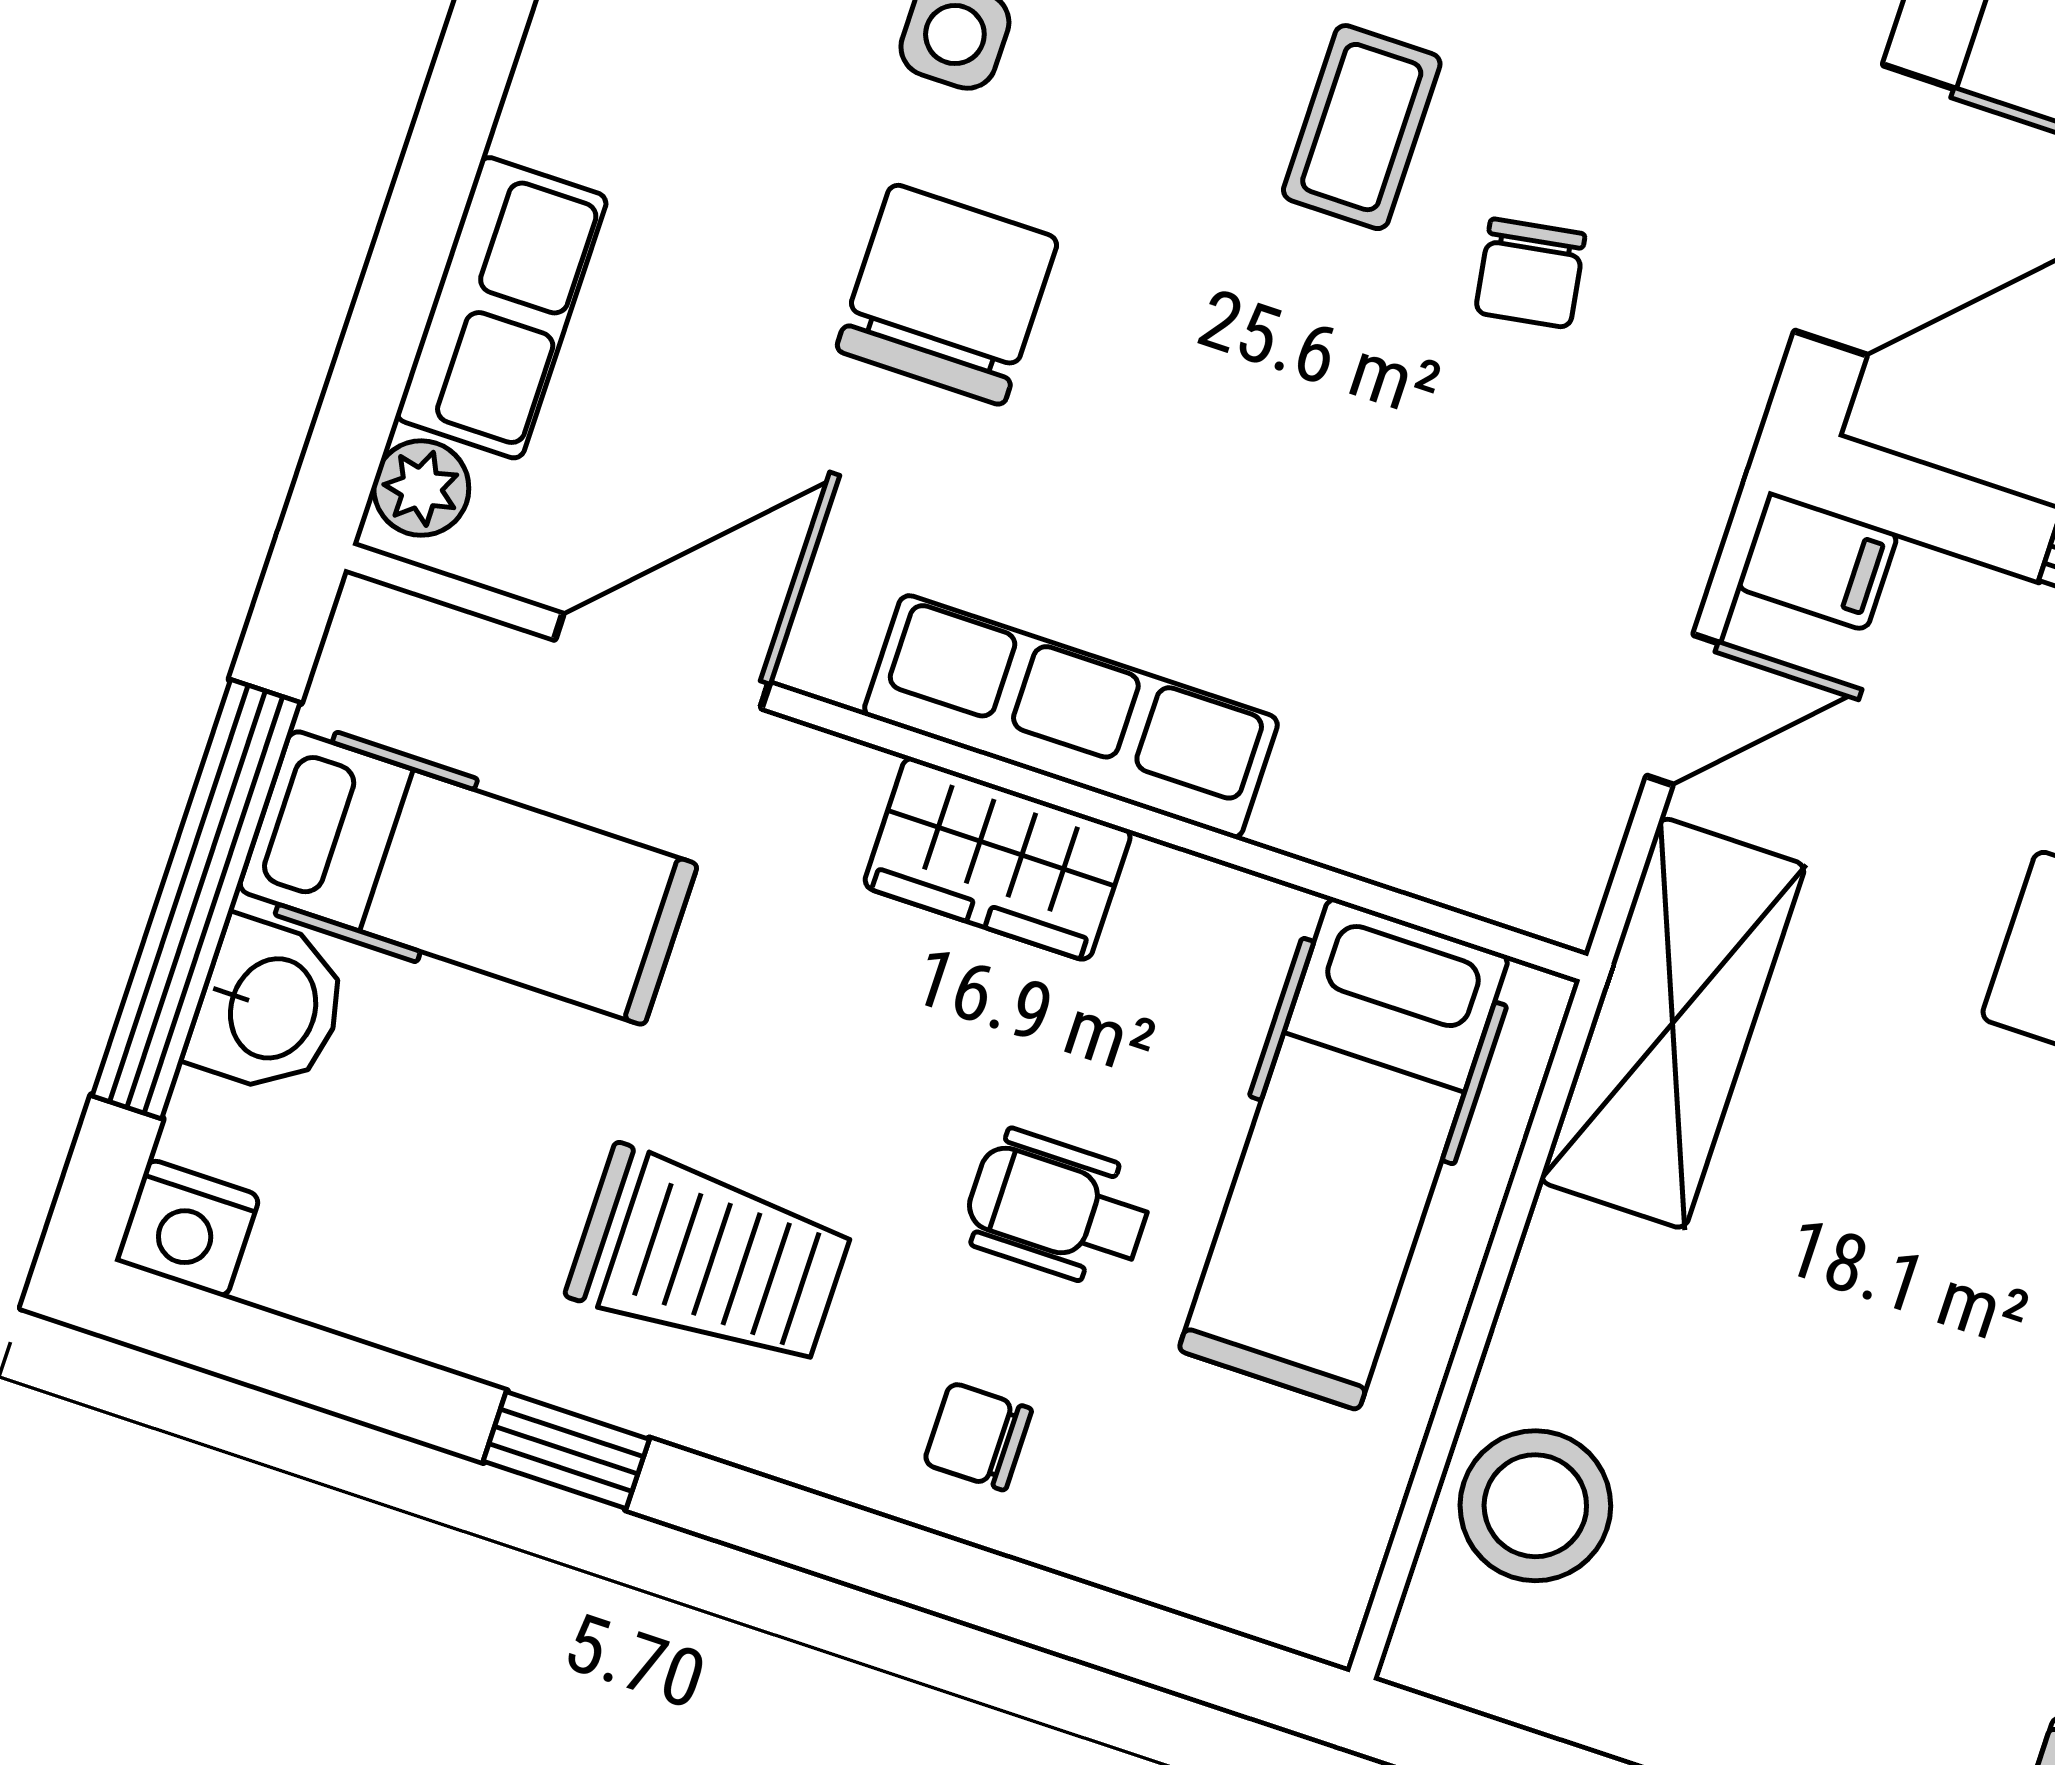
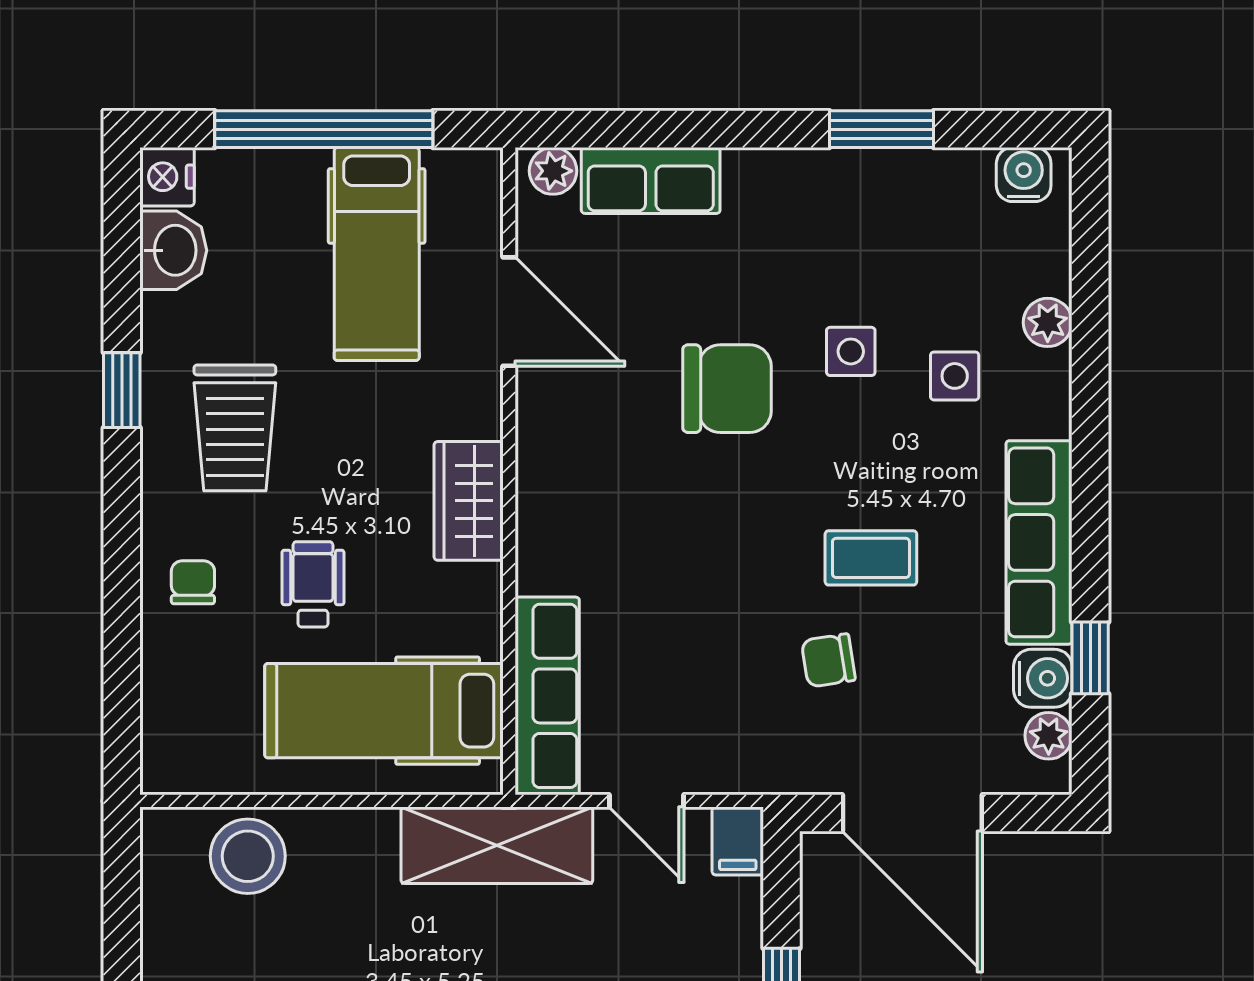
row of seats: (1071, 717) -> (547, 696), moved
washbasin: (269, 1007) -> (173, 250), moved, turned -90

